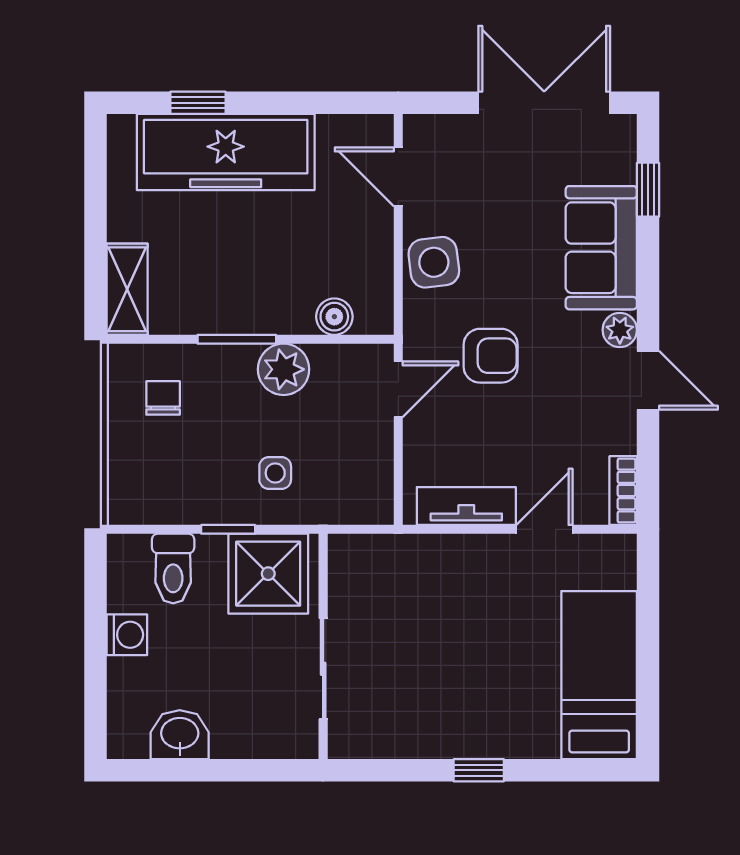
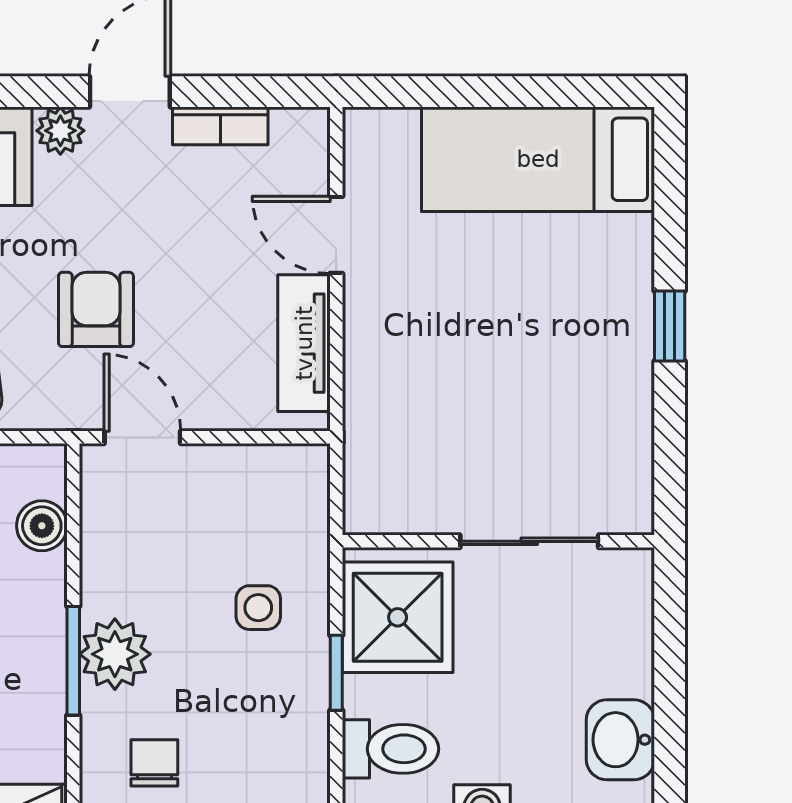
plant: (284, 369) -> (115, 654), moved
chair: (163, 398) -> (154, 763), turned 90
bookcase: (623, 491) -> (220, 126), moved

